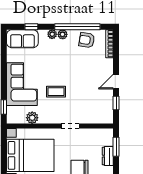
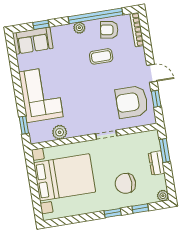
plant: (52, 34) -> (67, 30), removed
door: (116, 82) -> (152, 73), swing flipped
coffee table: (56, 92) -> (101, 56), moved
armchair: (96, 102) -> (132, 102), added

